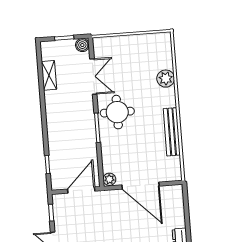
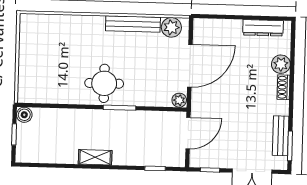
shelving: (49, 75) -> (95, 157), moved
double door: (93, 77) -> (61, 106), removed
plant: (166, 79) -> (171, 27), moved
door: (81, 190) -> (188, 133), swing flipped

